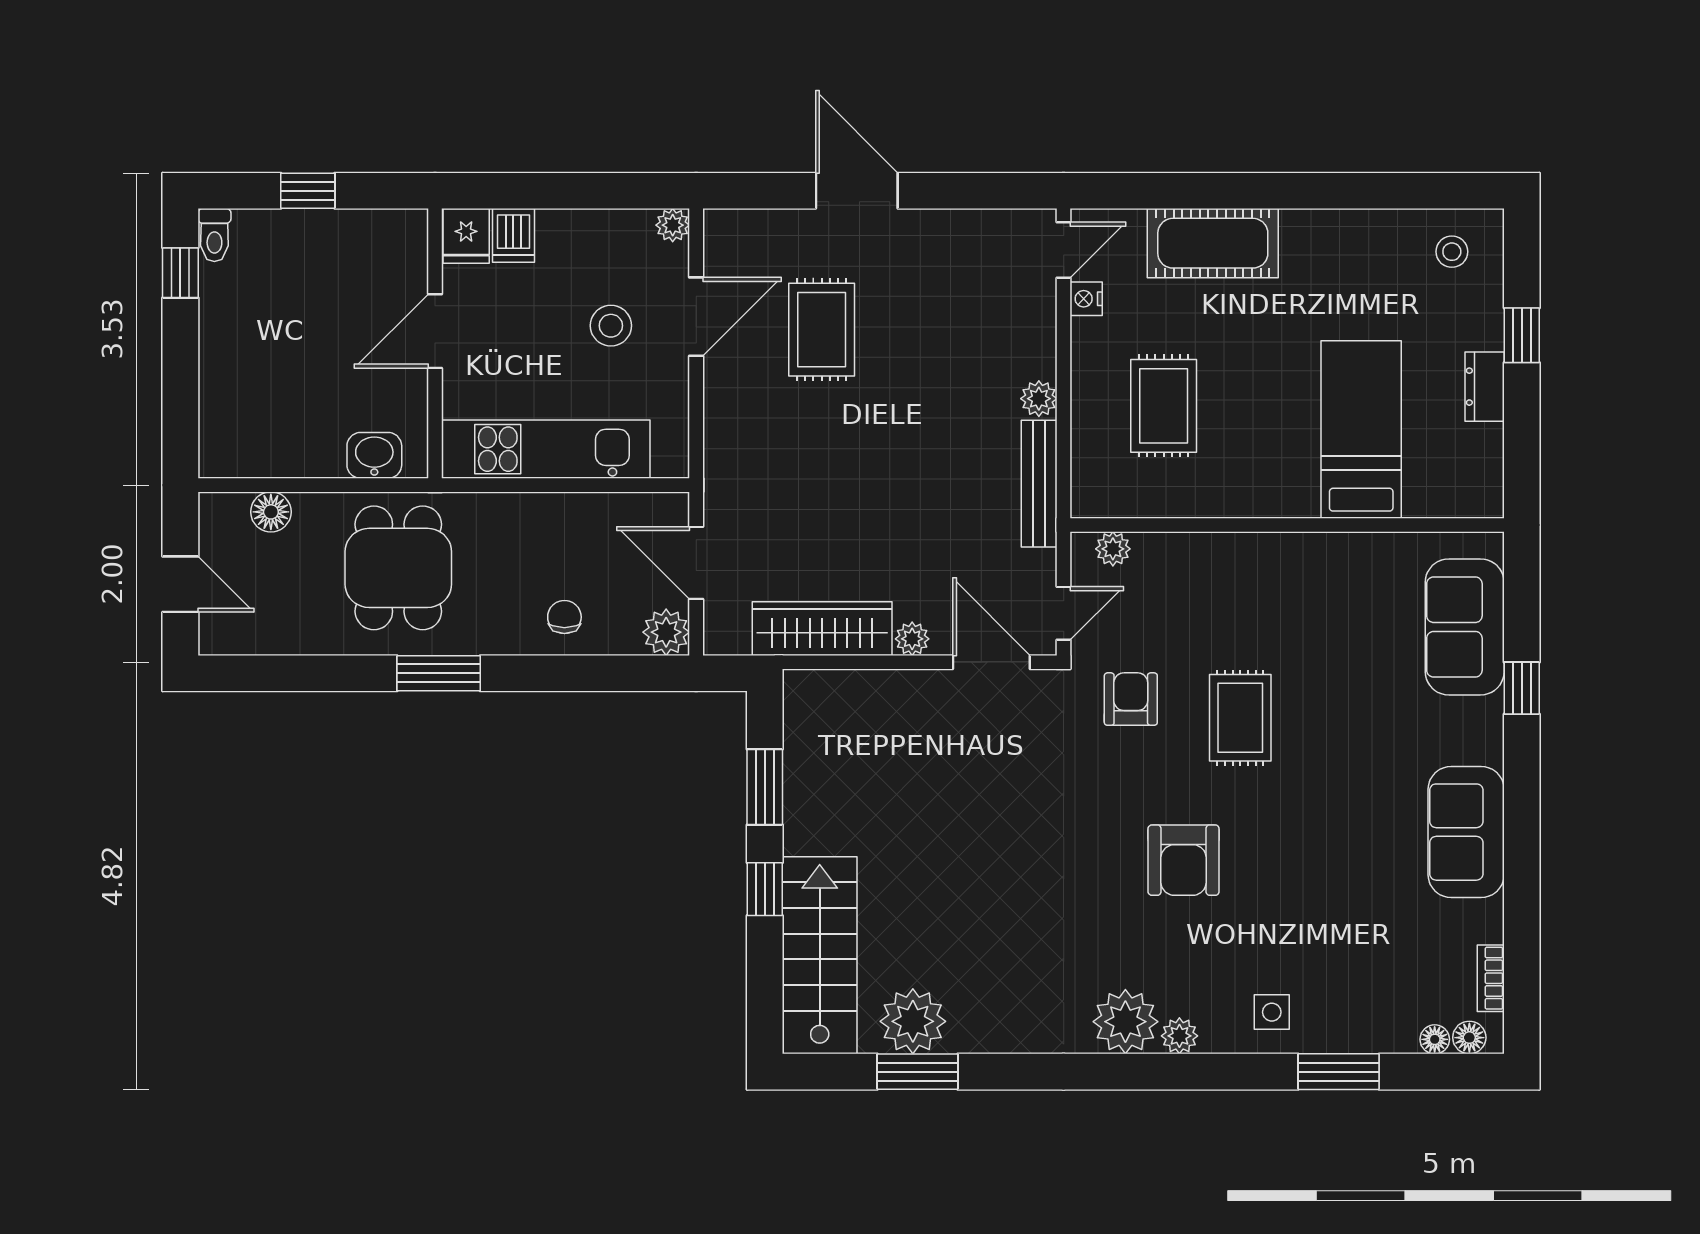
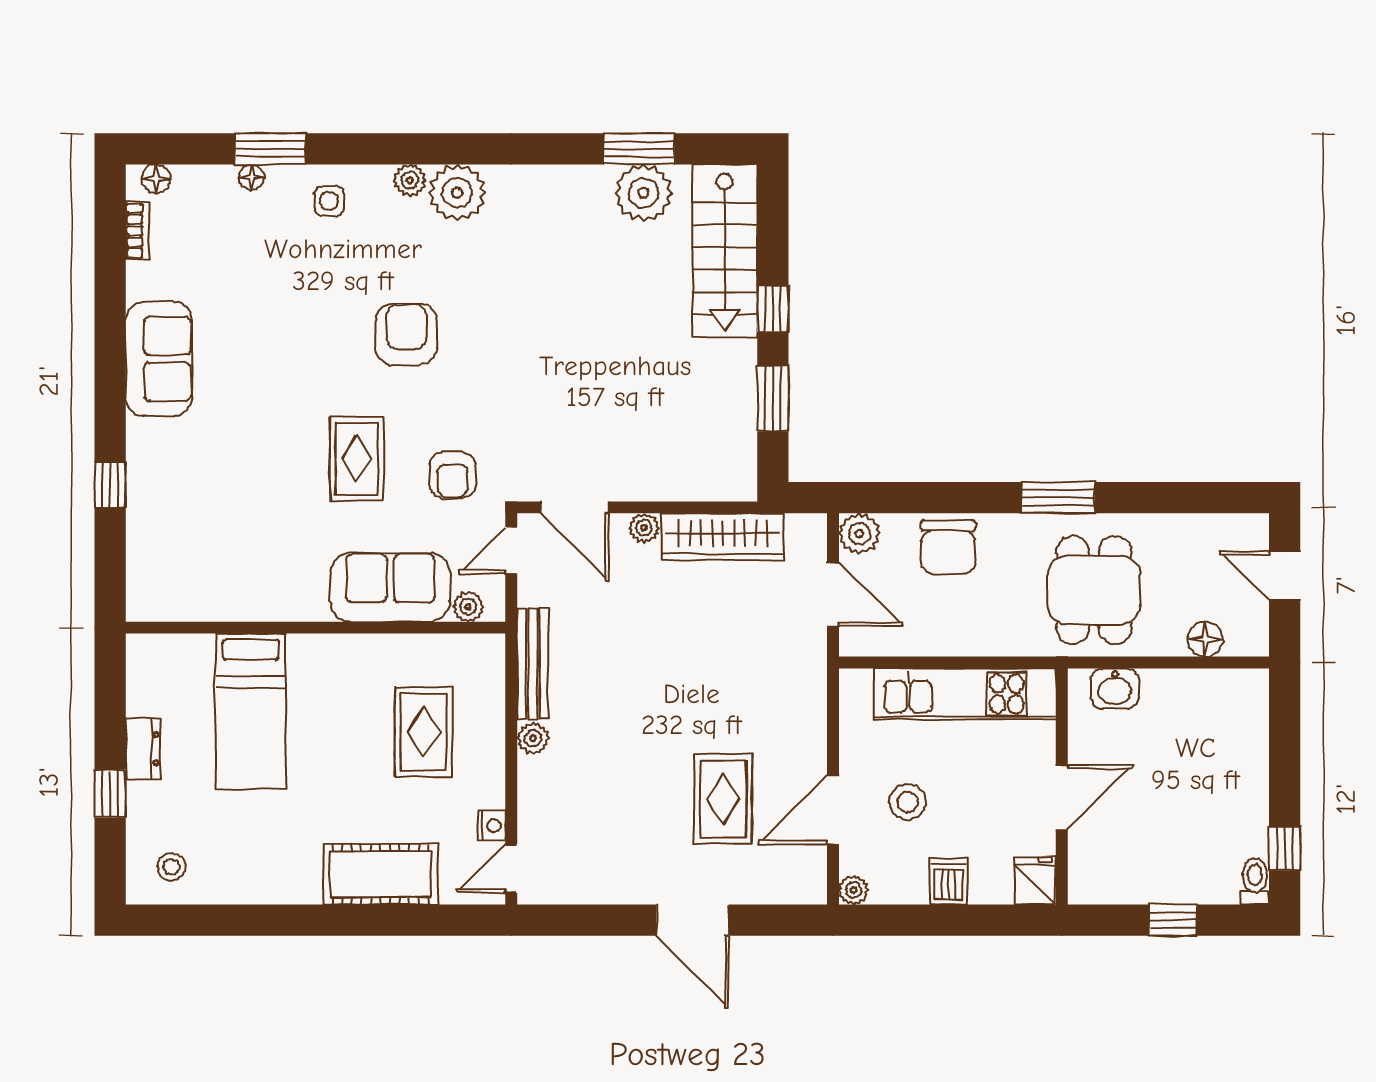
dishwasher: (513, 235) -> (949, 881), moved
chair: (564, 617) -> (948, 547), width x1.87, depth x1.87
sofa: (1465, 627) -> (390, 587), moved, turned -90
floor lamp: (1435, 1039) -> (252, 177), moved

